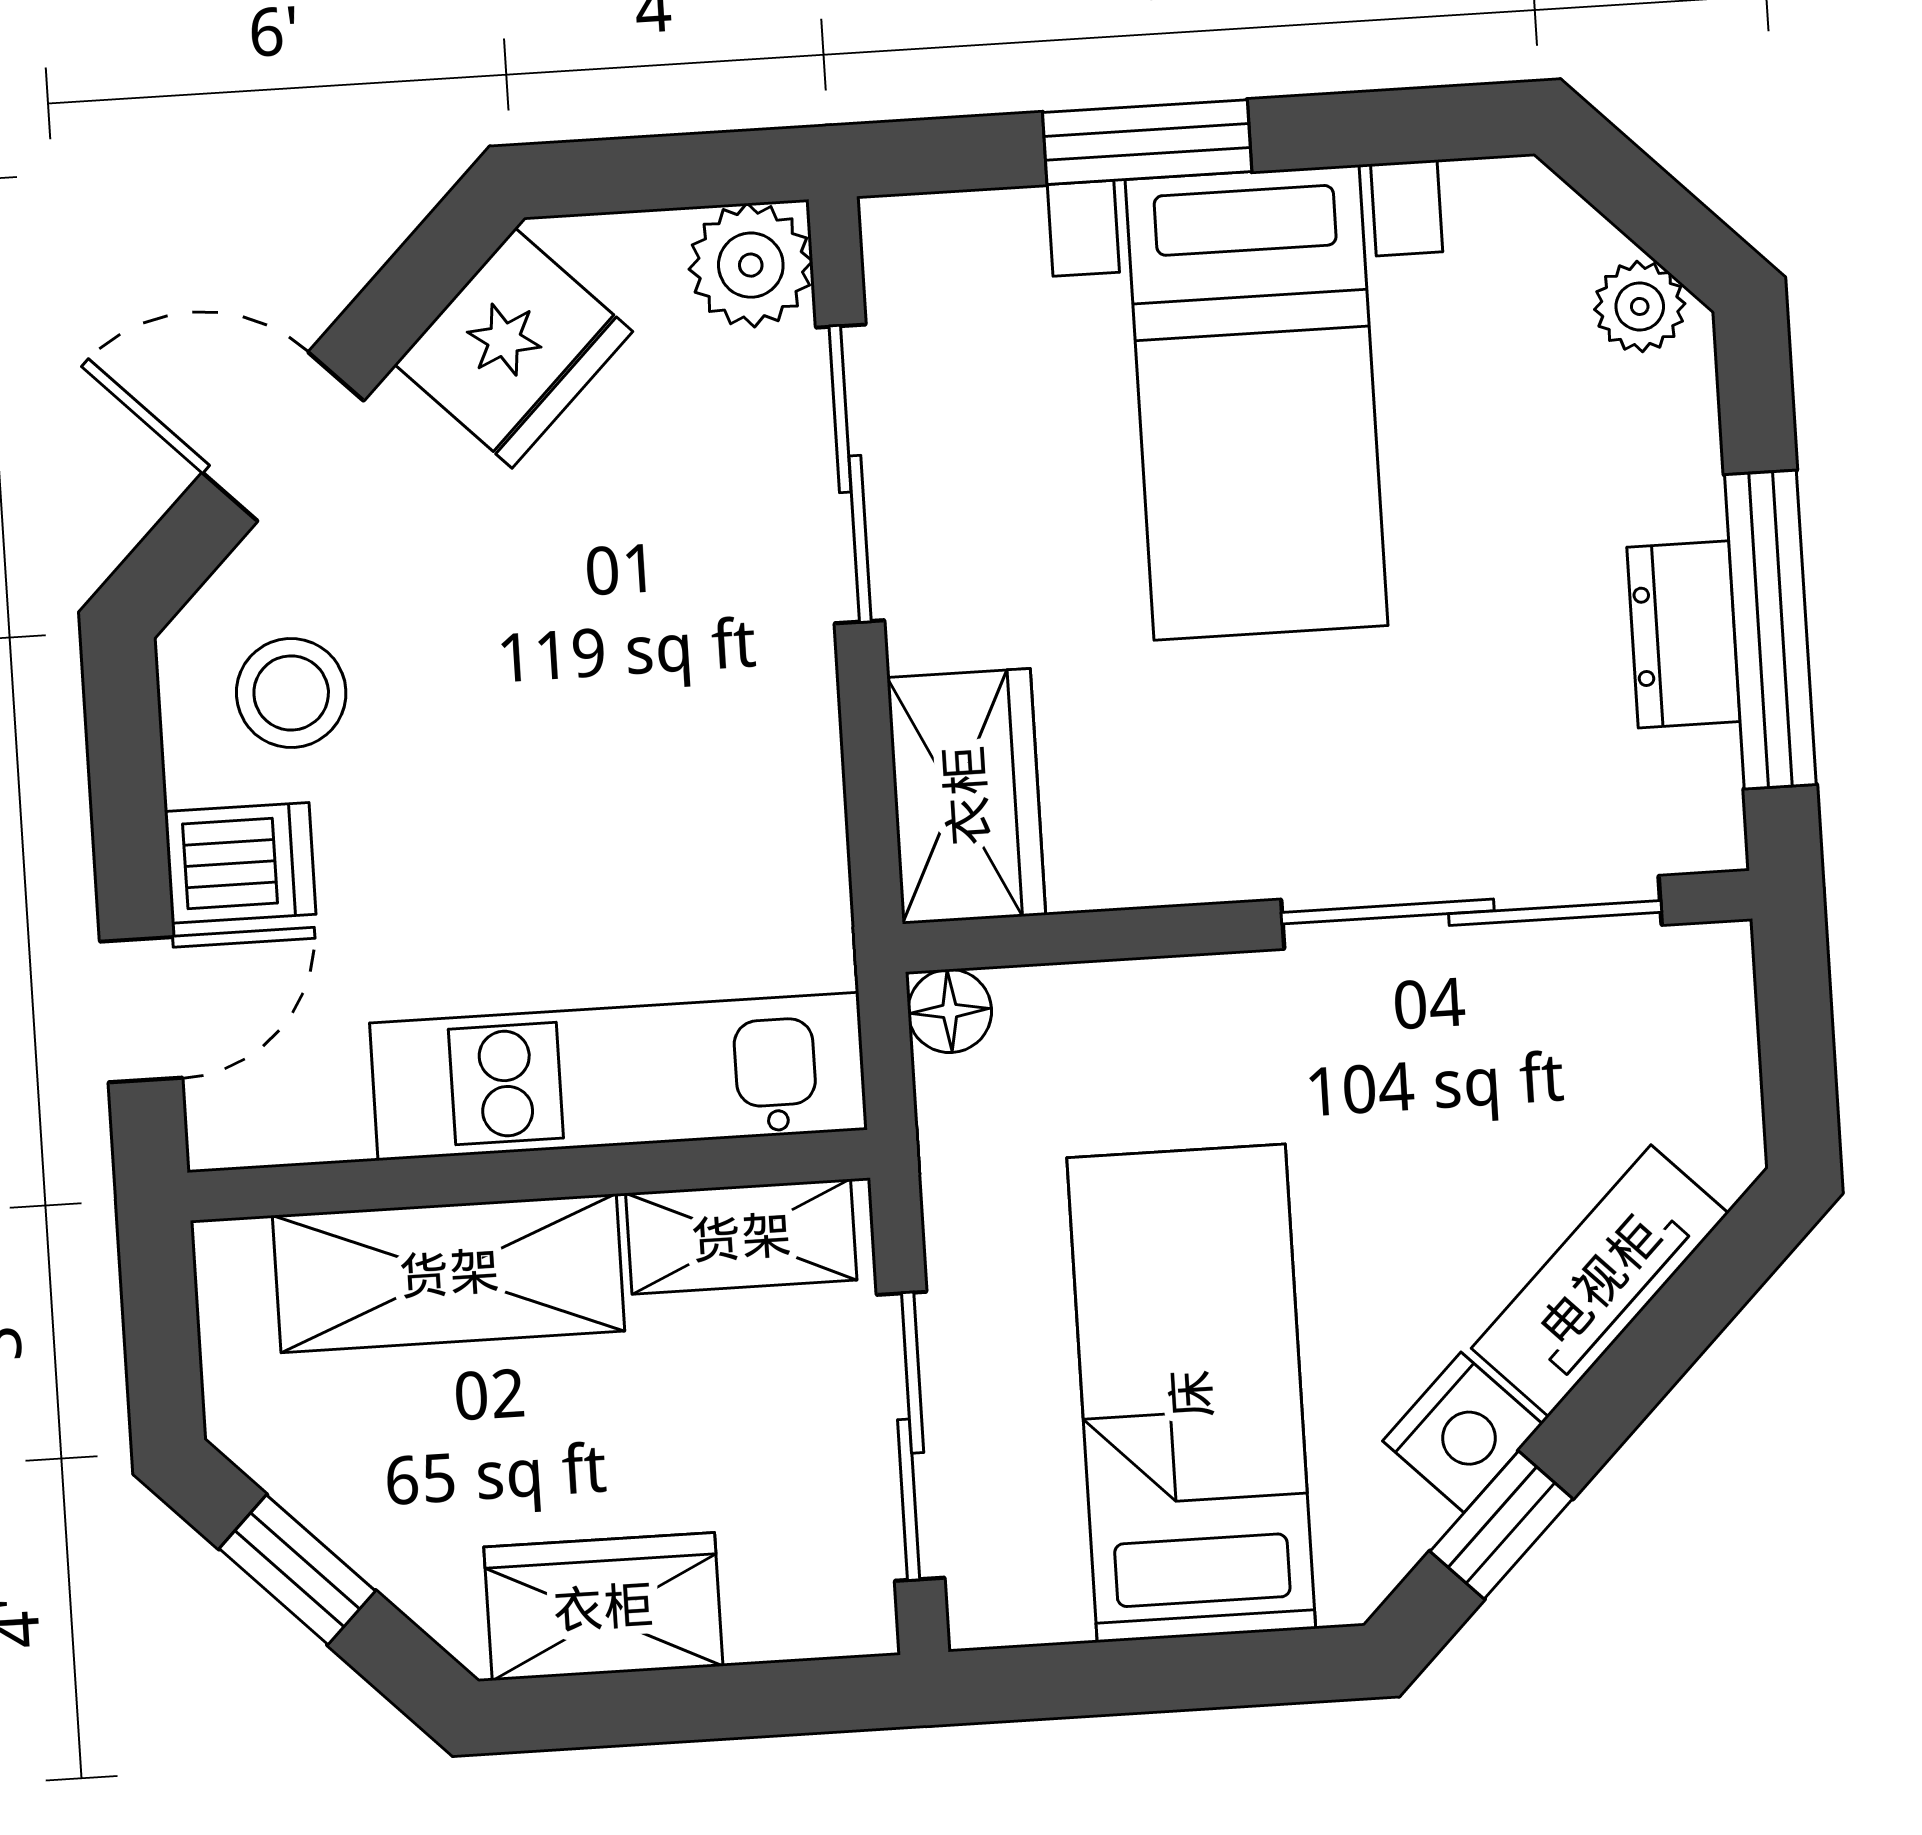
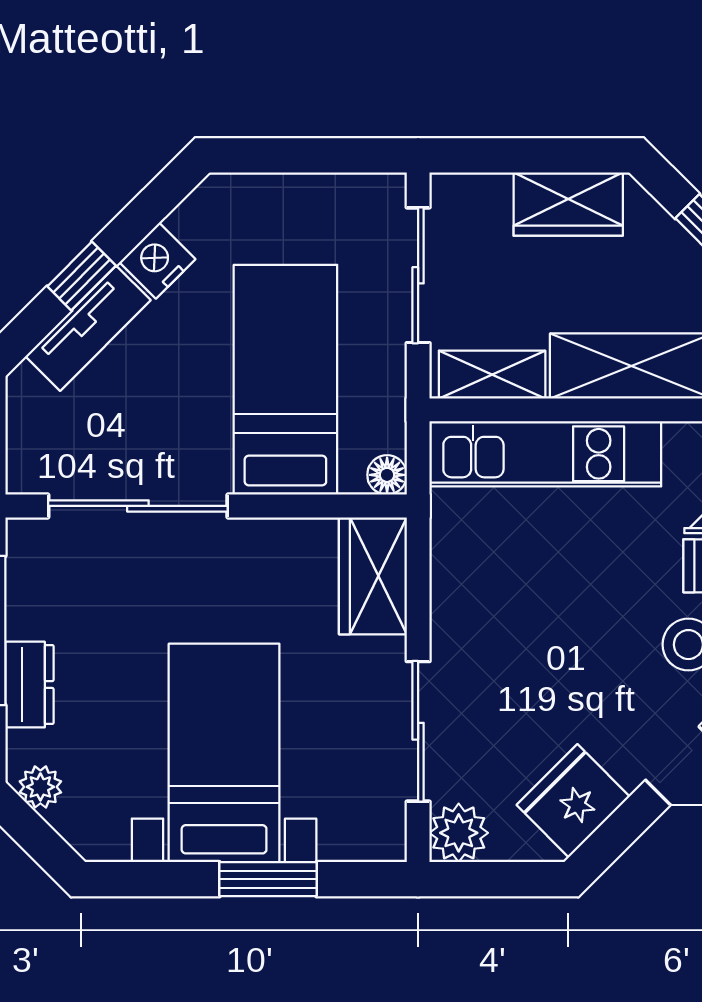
dresser: (1684, 634) -> (29, 685), moved
bed: (1191, 1393) -> (285, 380), moved, turned 180
window: (1501, 1525) -> (82, 276), moved

